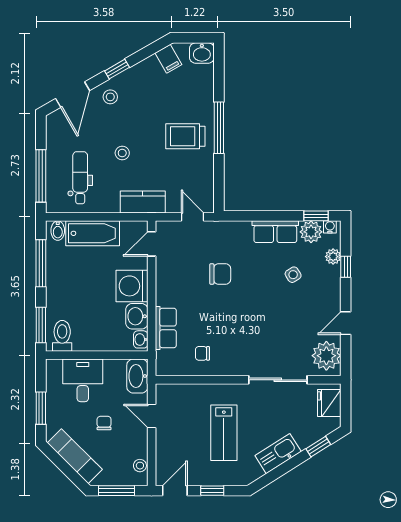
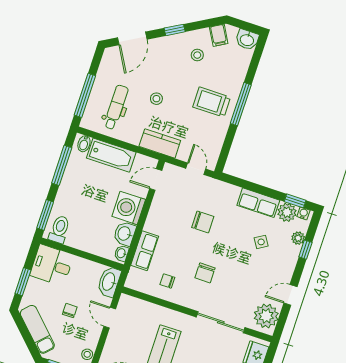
stool: (110, 97) -> (197, 55), moved
chair: (242, 330) -> (205, 273), added
desk: (83, 380) -> (52, 265), moved, turned -90

